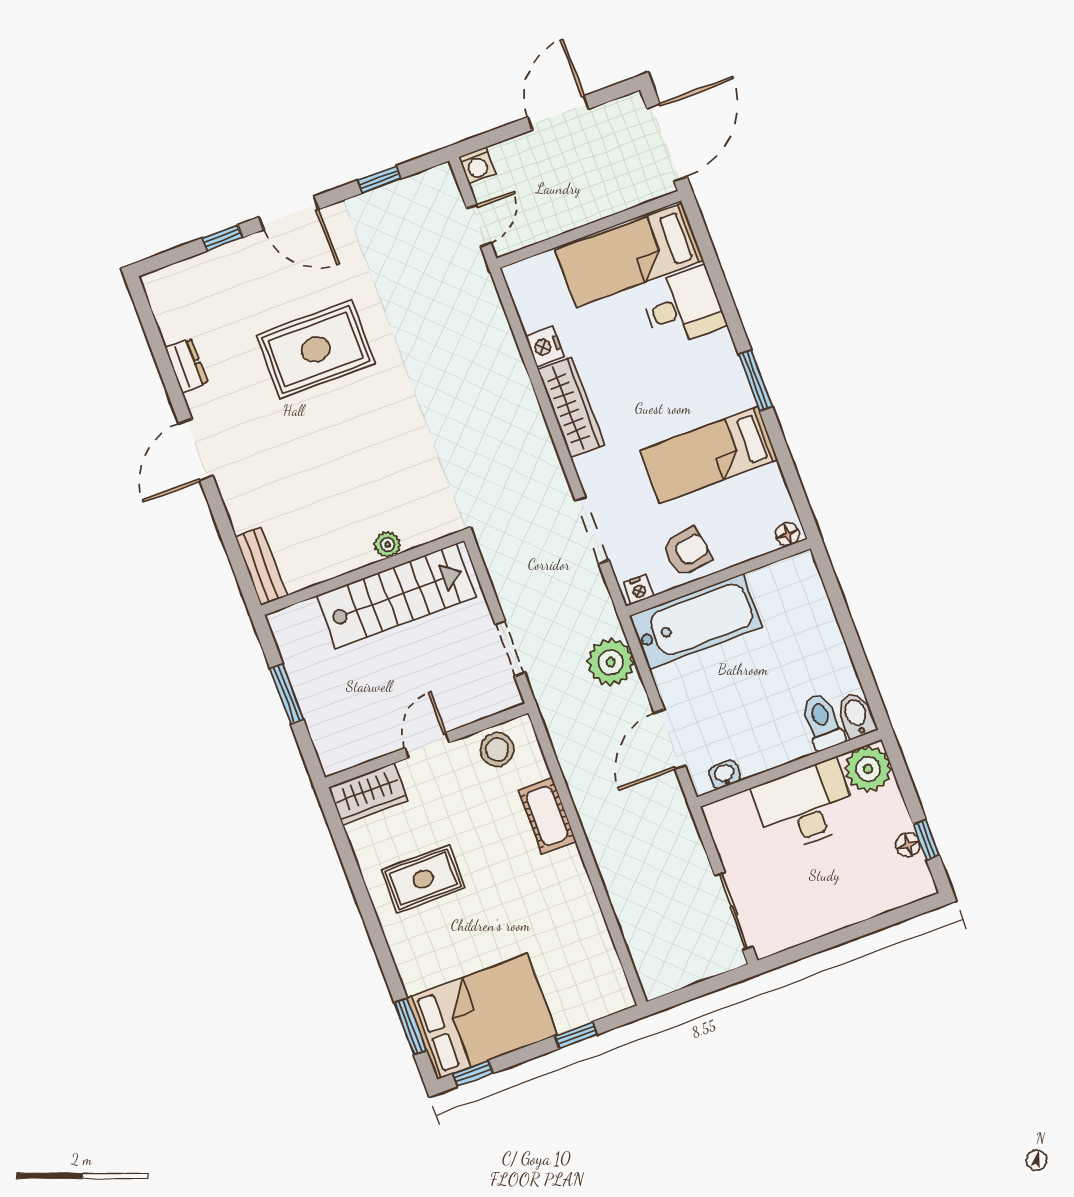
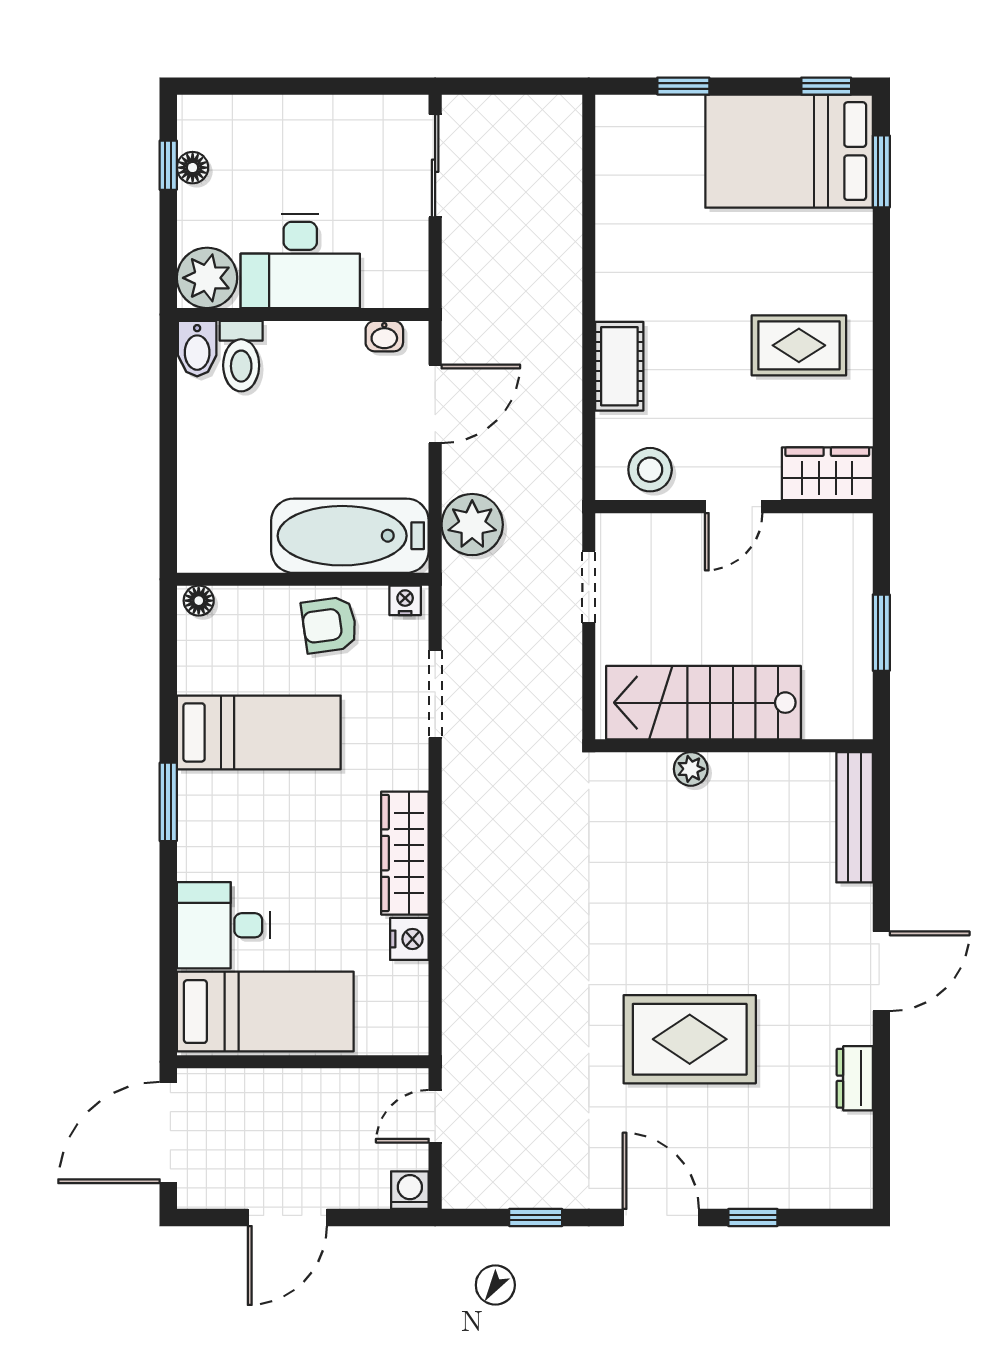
bench: (261, 566) -> (855, 817), width x1.36

